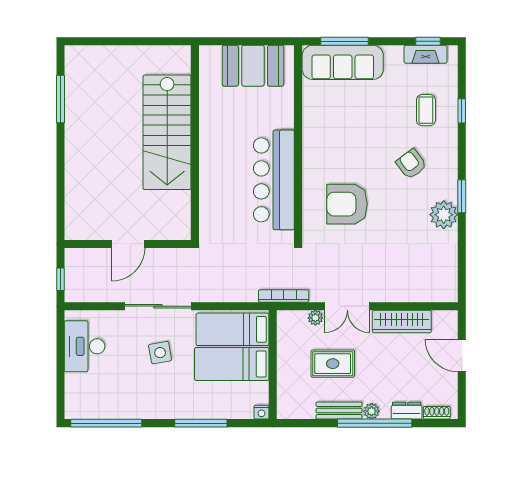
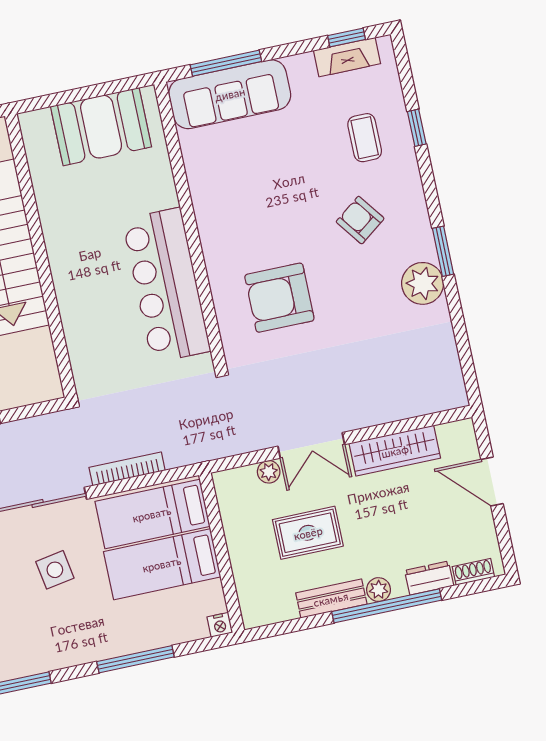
bookcase: (284, 296) -> (127, 469), moved

